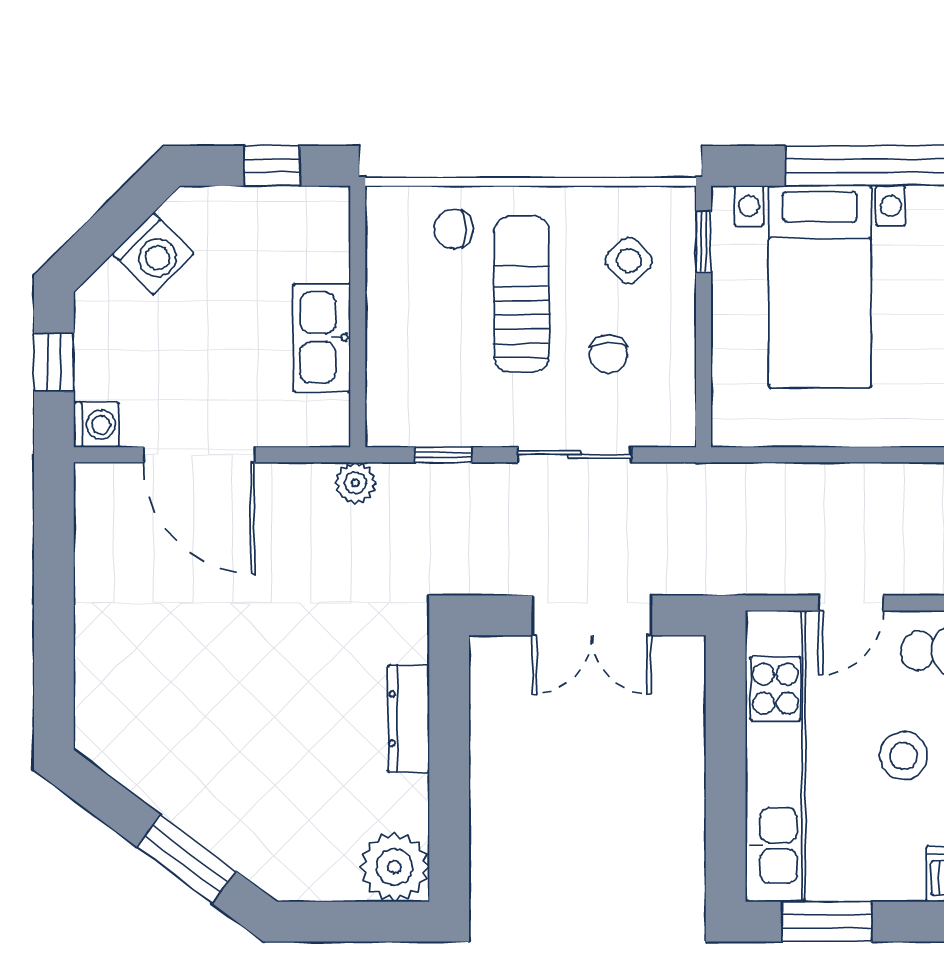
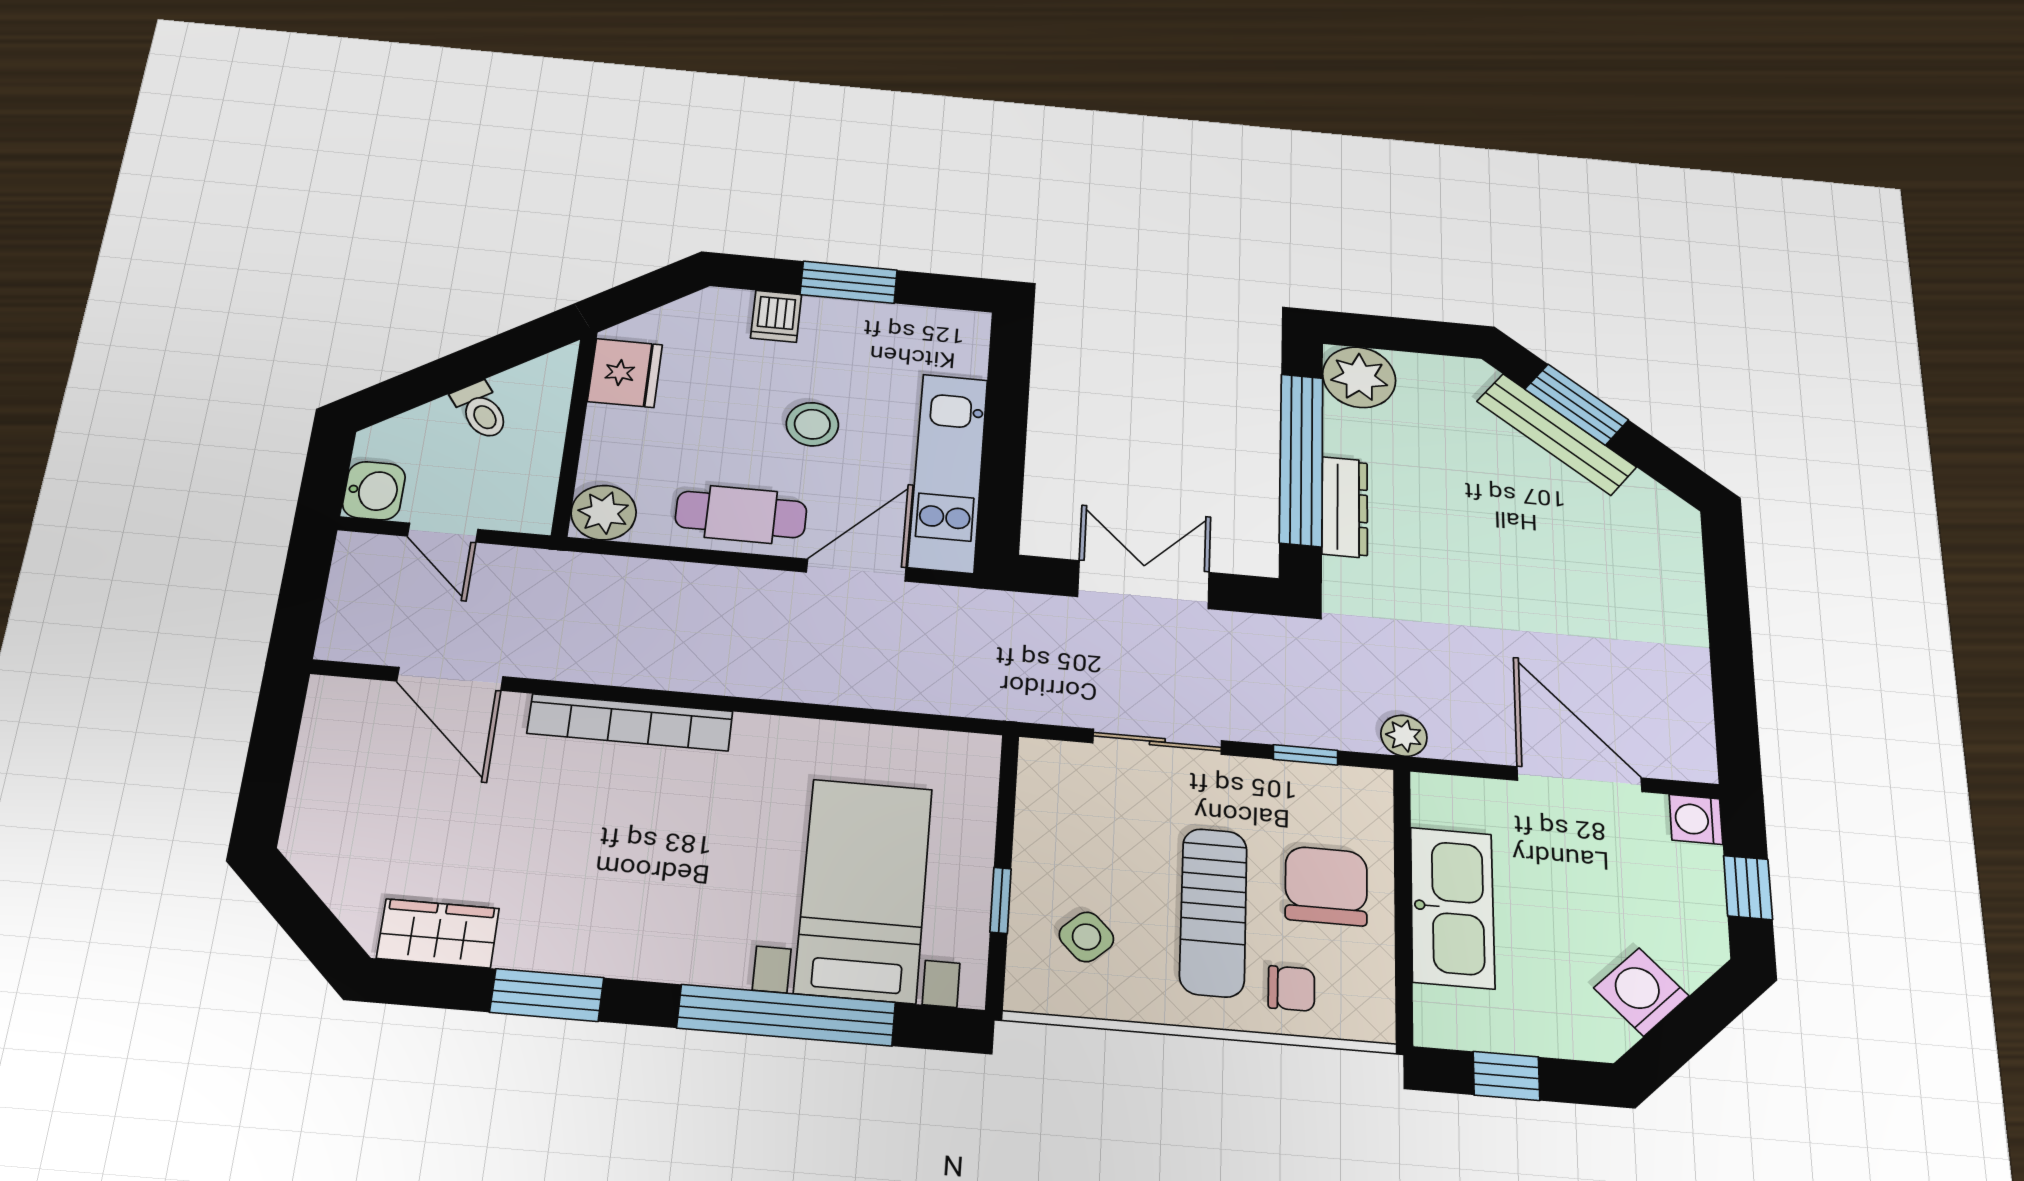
window: (703, 242) -> (1001, 900), moved
kitchen sink: (322, 338) -> (1452, 908), width x1.36, depth x1.24
chair: (608, 354) -> (1326, 886), moved, width x1.87, depth x1.87
door: (851, 603) -> (856, 570), width x1.38
kitchen unit: (775, 755) -> (948, 472), width x0.73
window: (449, 767) -> (1301, 459), added
bench: (207, 823) -> (1556, 434), added
window: (827, 922) -> (849, 282), moved

